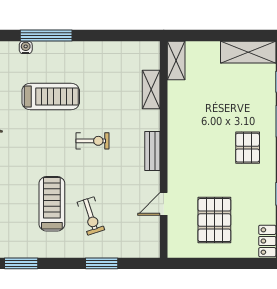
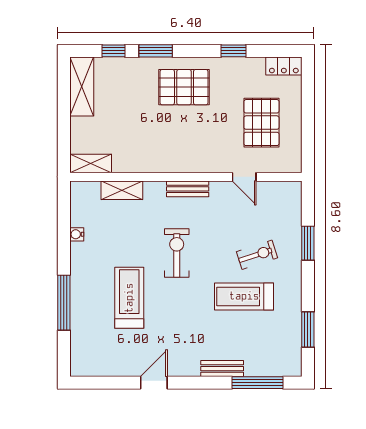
water cooler: (26, 47) -> (77, 234), moved
exercise bike: (92, 141) -> (177, 253), width x1.38, depth x1.39
pallet: (248, 148) -> (184, 87), width x1.50, depth x1.42
pallet: (214, 220) -> (261, 123), turned 90

